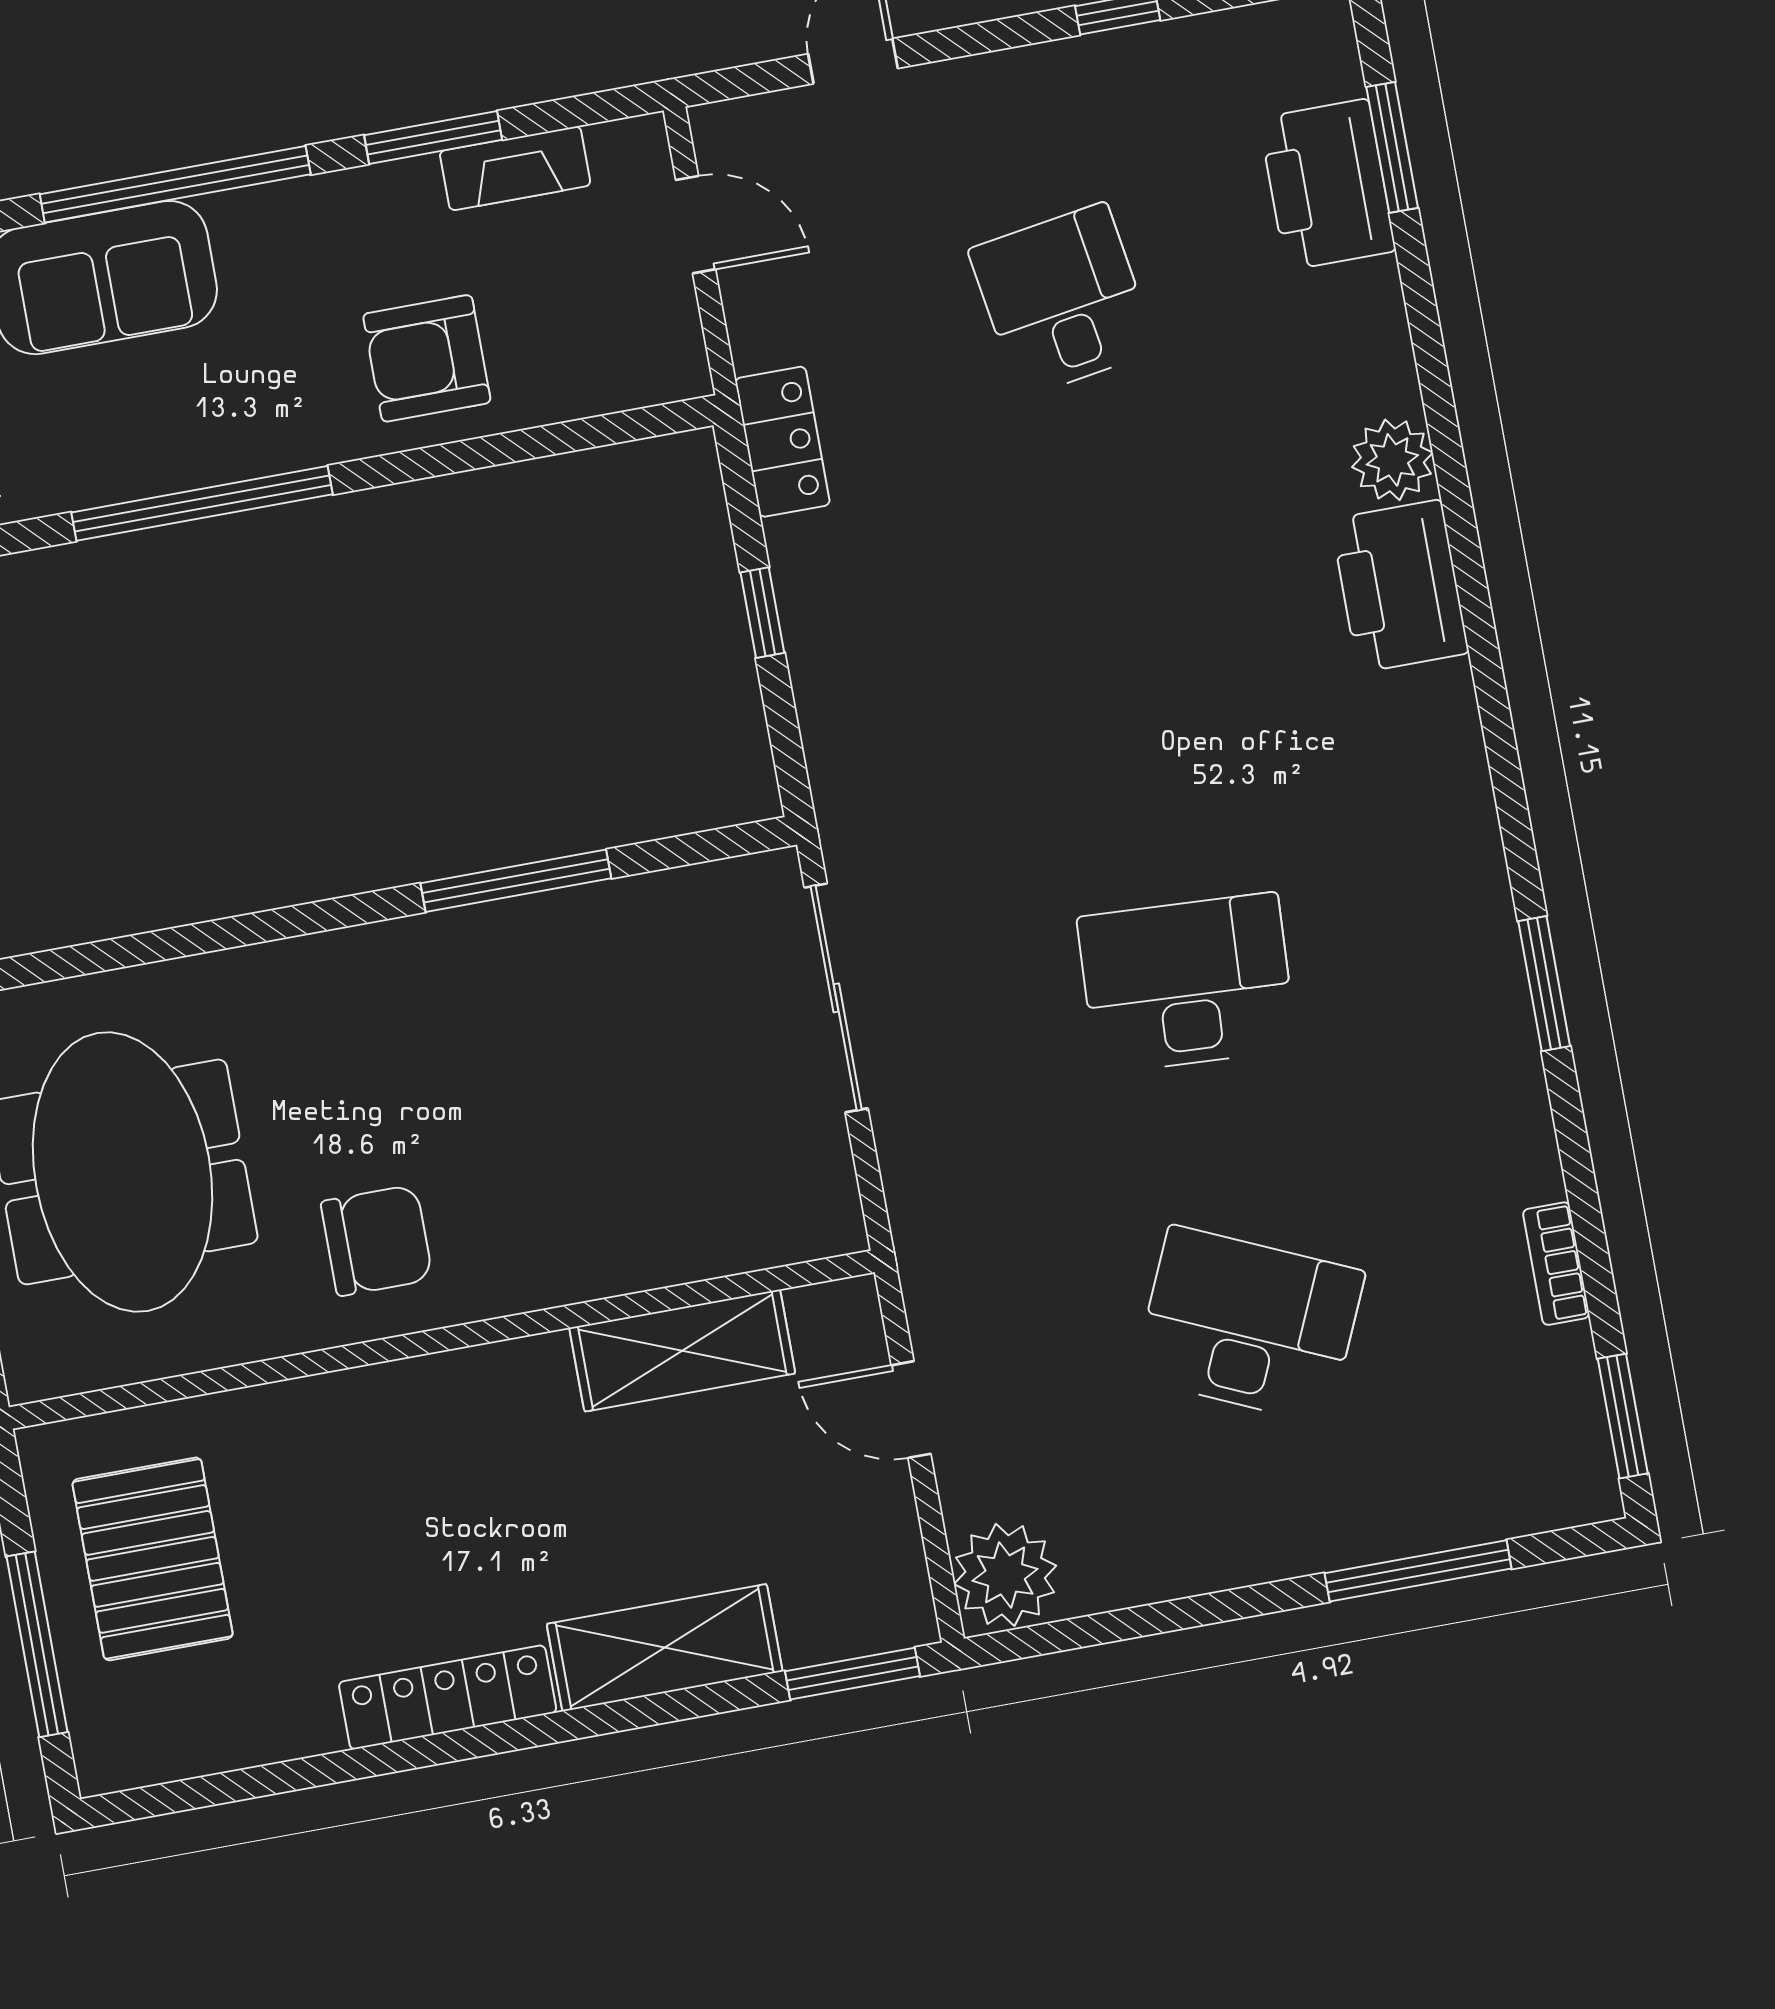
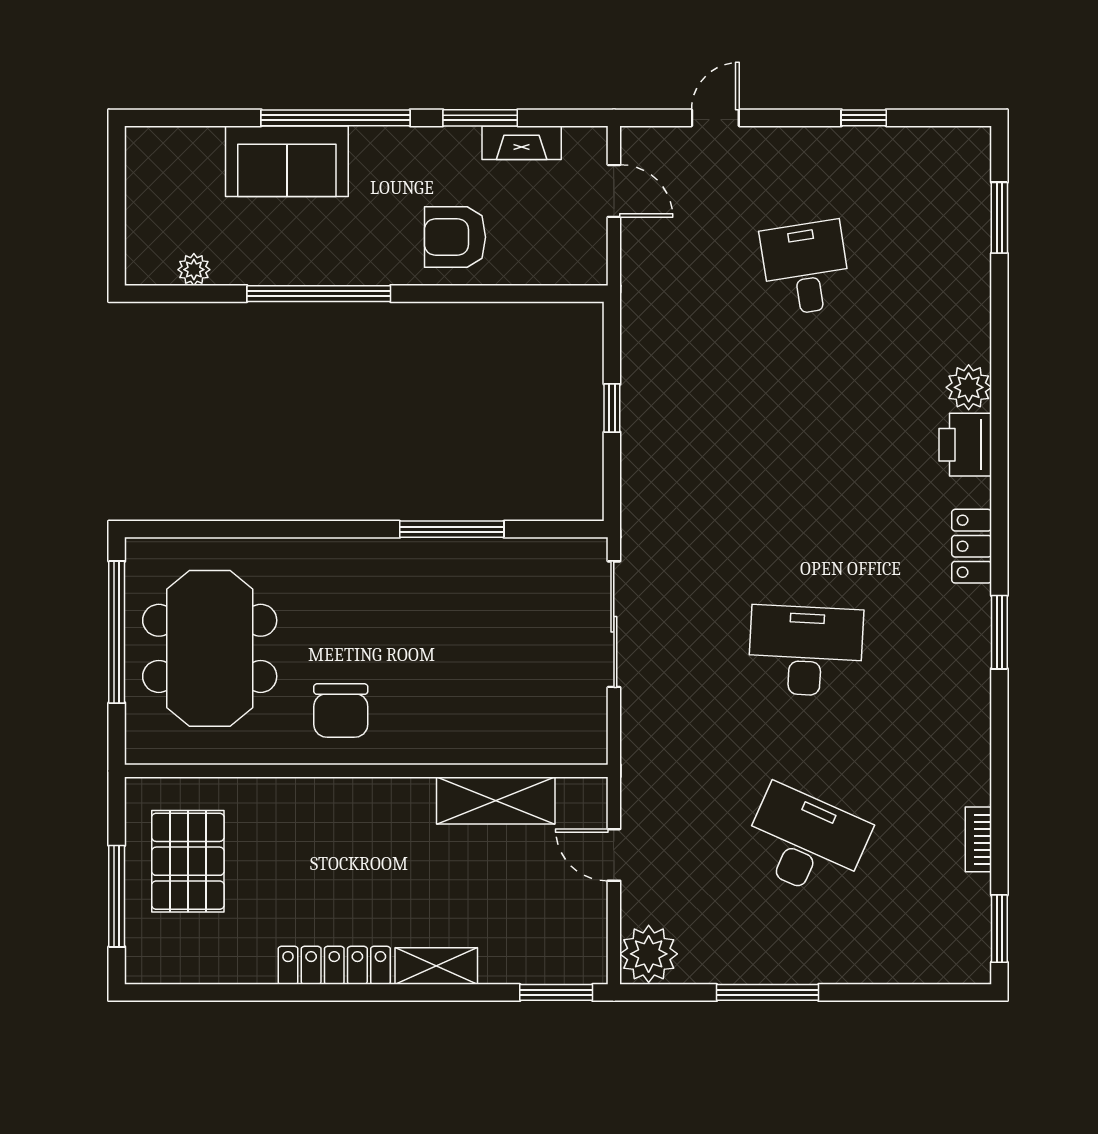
printer: (1327, 185) -> (961, 232), removed
locker: (782, 442) -> (972, 546), moved, turned 180
printer: (1400, 586) -> (965, 445), width x0.73, depth x0.84
window: (1544, 984) -> (999, 632), moved
chair: (377, 1240) -> (341, 711), turned 90
window: (1418, 1571) -> (768, 992), moved
shelving: (665, 1648) -> (436, 966), width x0.67, depth x0.75

